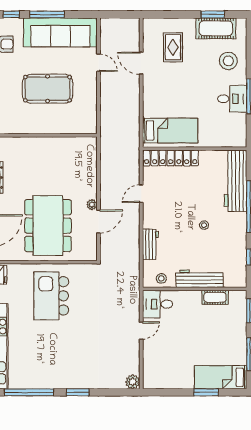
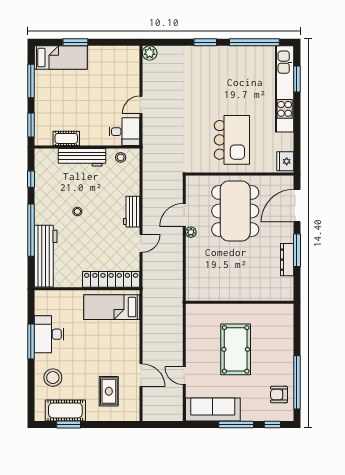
sofa: (60, 32) -> (213, 409), width x0.74, depth x0.79
pool table: (48, 89) -> (236, 349), turned 90
desk: (232, 99) -> (49, 334), width x1.37
workbench: (150, 244) -> (132, 212), moved

